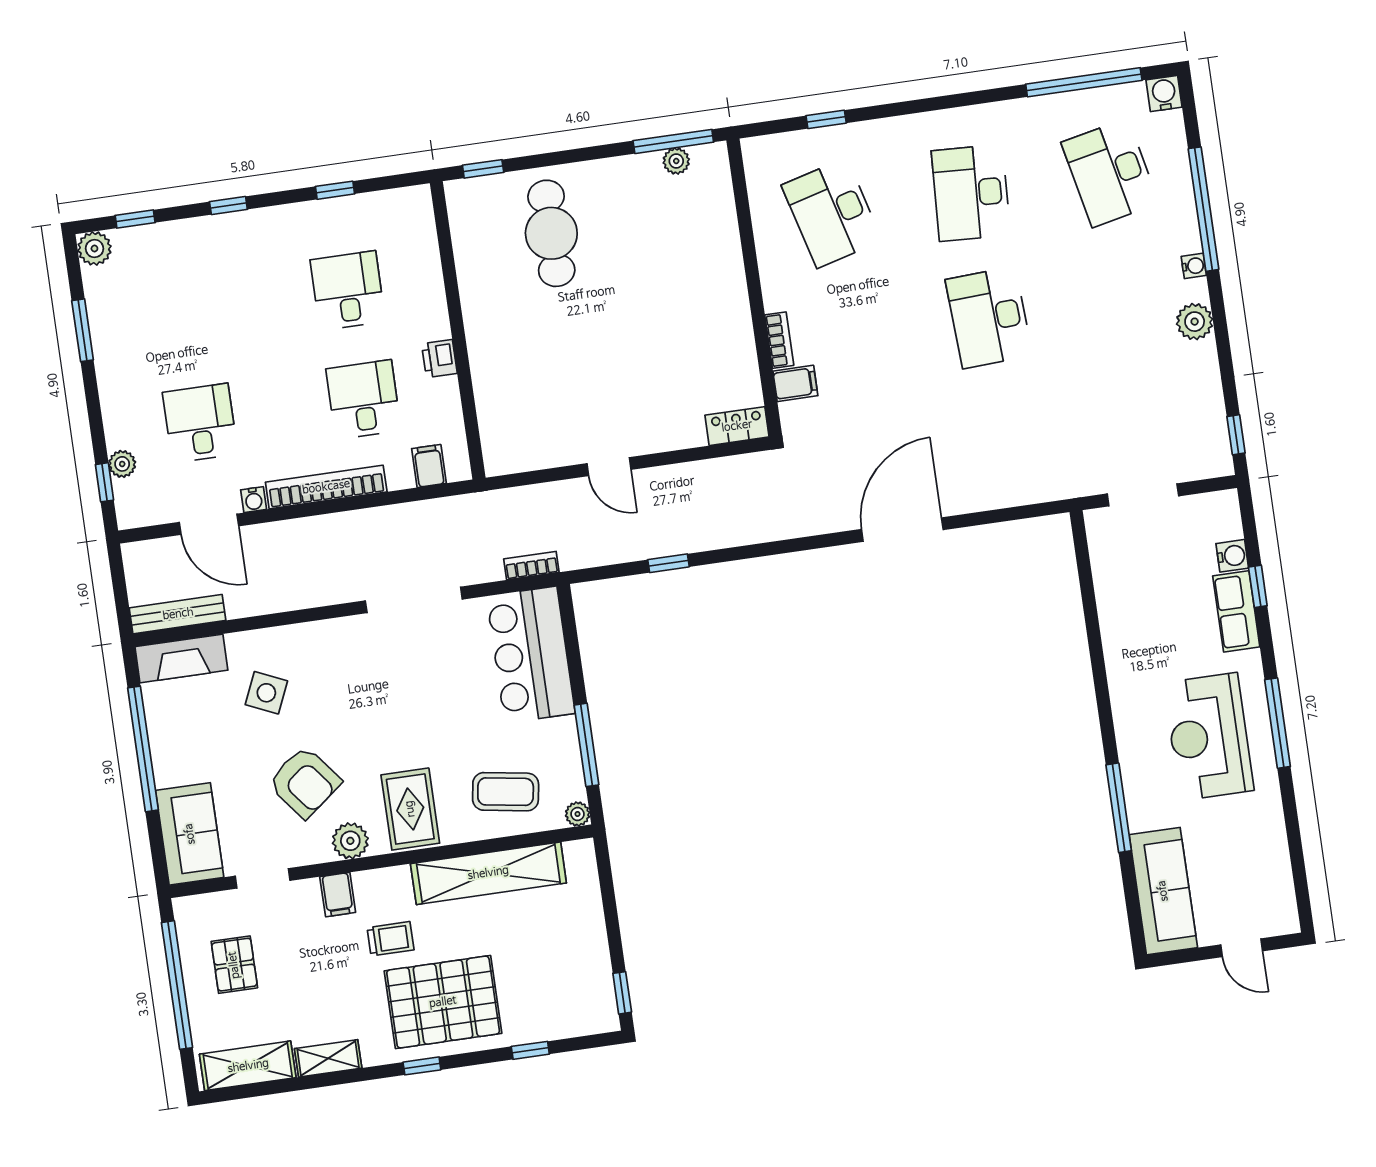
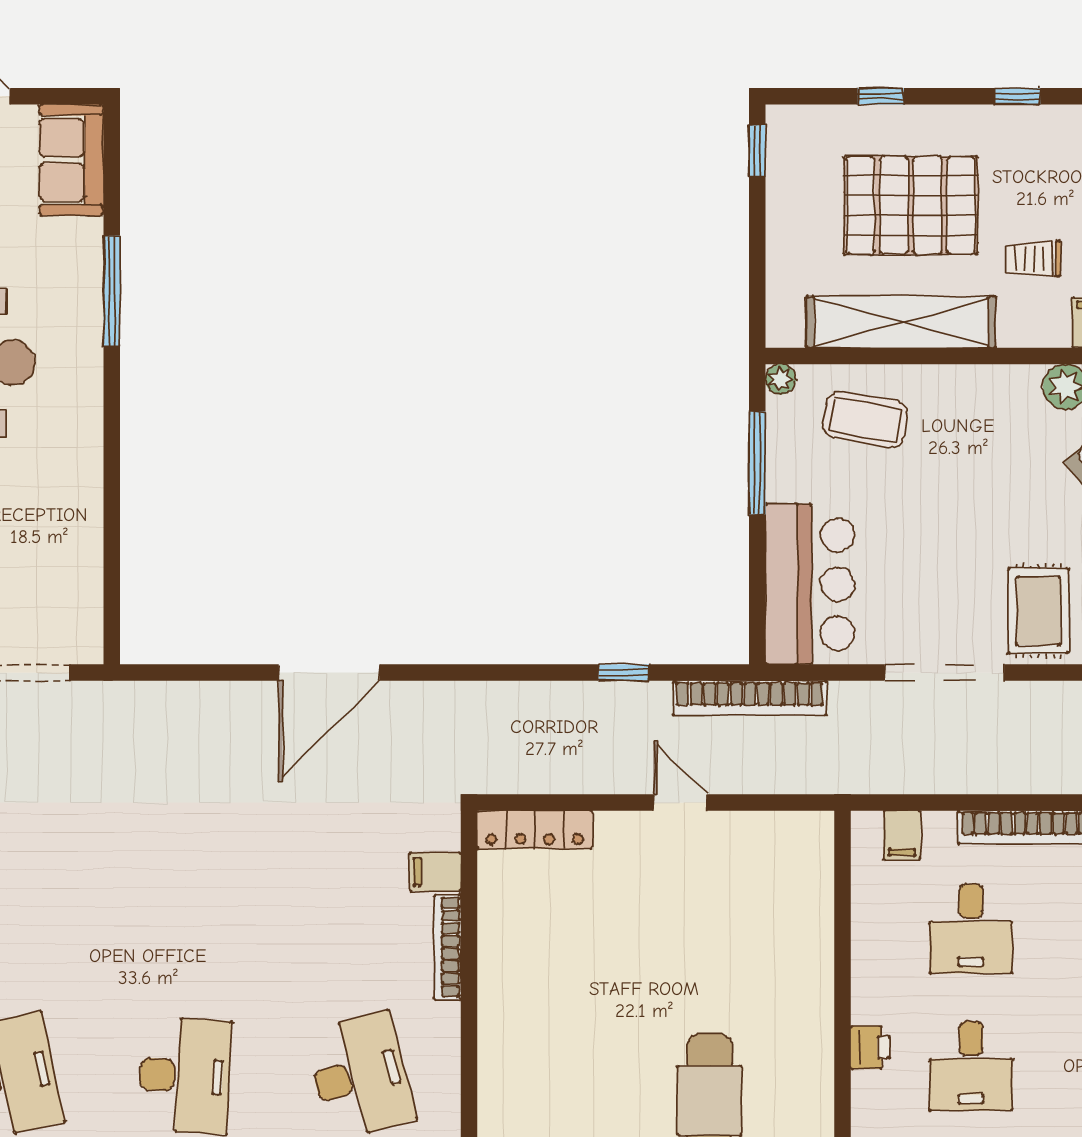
desk: (989, 317) -> (185, 919), removed
bookcase: (779, 340) -> (447, 947), width x1.56
printer: (439, 359) -> (870, 1047), moved
locker: (737, 426) -> (535, 830), width x1.53
bookcase: (531, 566) -> (750, 698), width x2.31, depth x1.31
rug: (410, 809) -> (1038, 611), moved
sofa: (1163, 891) -> (71, 160), width x0.73
pallet: (443, 1002) -> (911, 205), moved

